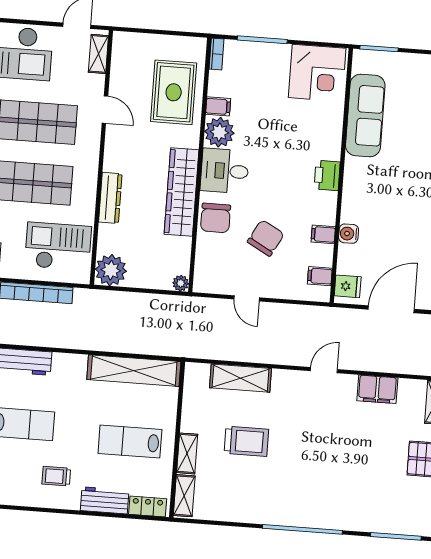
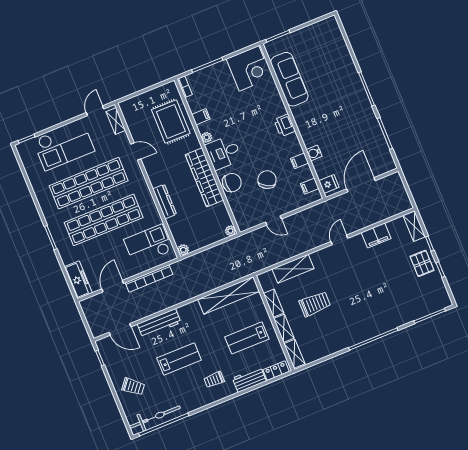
plant: (219, 132) -> (207, 137), width x0.53, depth x0.53
chair: (216, 218) -> (232, 183), turned -90
plant: (111, 270) -> (183, 250), width x0.53, depth x0.53
shelving: (190, 412) -> (274, 303), added

